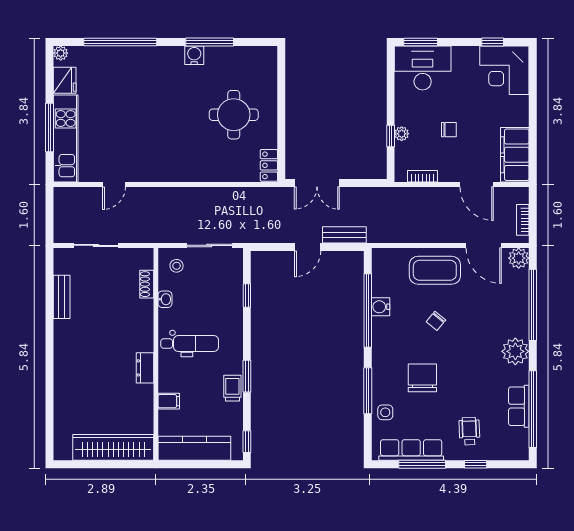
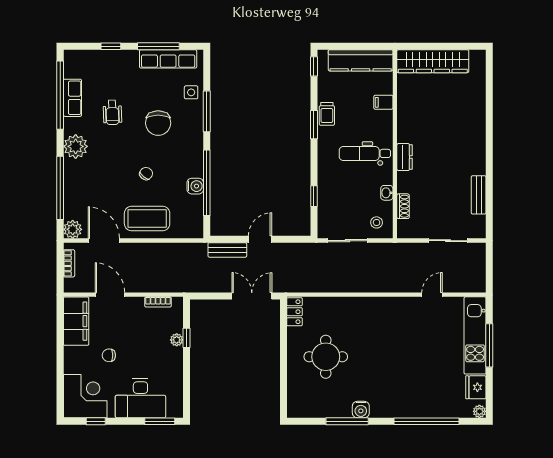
desk: (423, 68) -> (140, 398), moved
chair: (449, 130) -> (109, 355), moved
dresser: (145, 368) -> (405, 157), moved
wheelchair: (469, 431) -> (112, 112), moved

